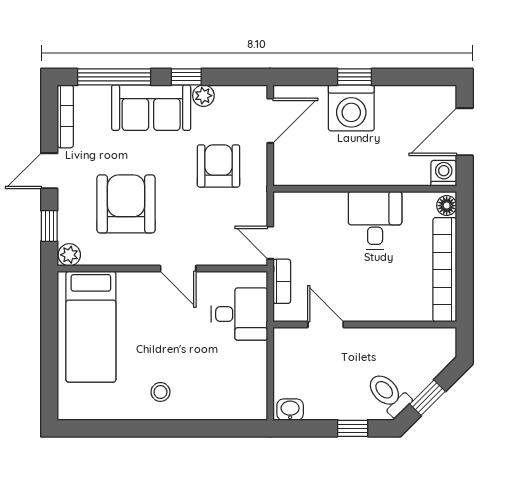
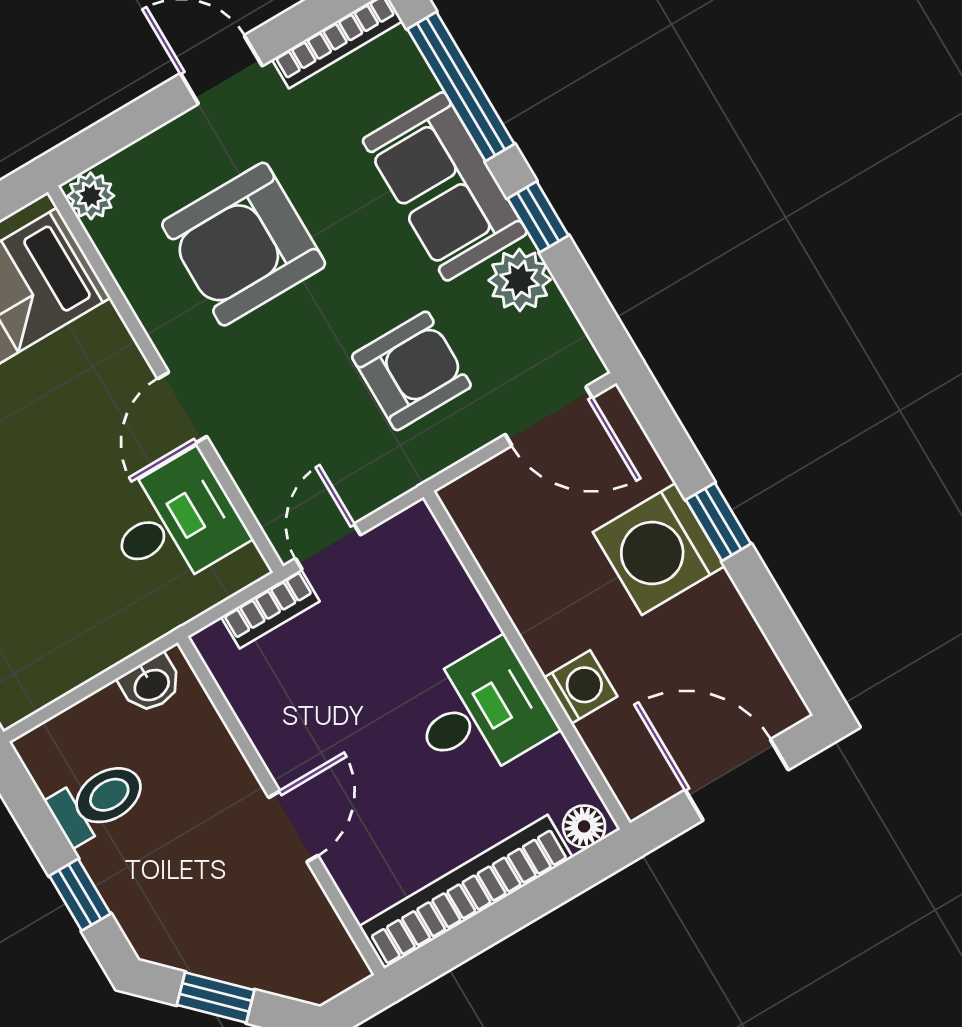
plant: (203, 96) -> (520, 280), width x1.38, depth x1.38
washing machine: (444, 173) -> (581, 687), moved
armchair: (126, 204) -> (244, 244), turned 180
window: (49, 226) -> (122, 129), removed
desk: (239, 314) -> (175, 522), moved, turned -90
door: (326, 324) -> (293, 826), moved
toilet: (388, 394) -> (98, 801), moved, turned 45
washbasin: (290, 410) -> (151, 684), moved, turned 90

